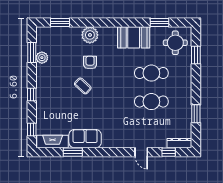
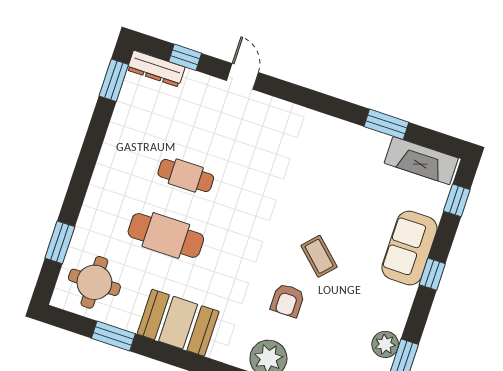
cafe table: (151, 102) -> (186, 176), width x0.73, depth x0.74
window: (196, 114) -> (114, 80), moved
sofa: (85, 139) -> (410, 248), moved, turned 90

